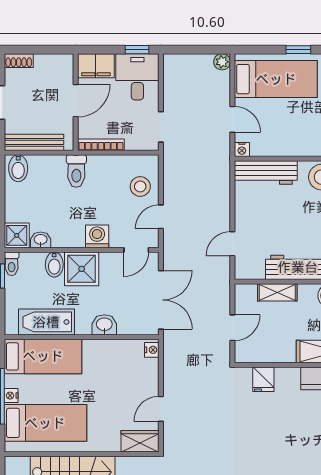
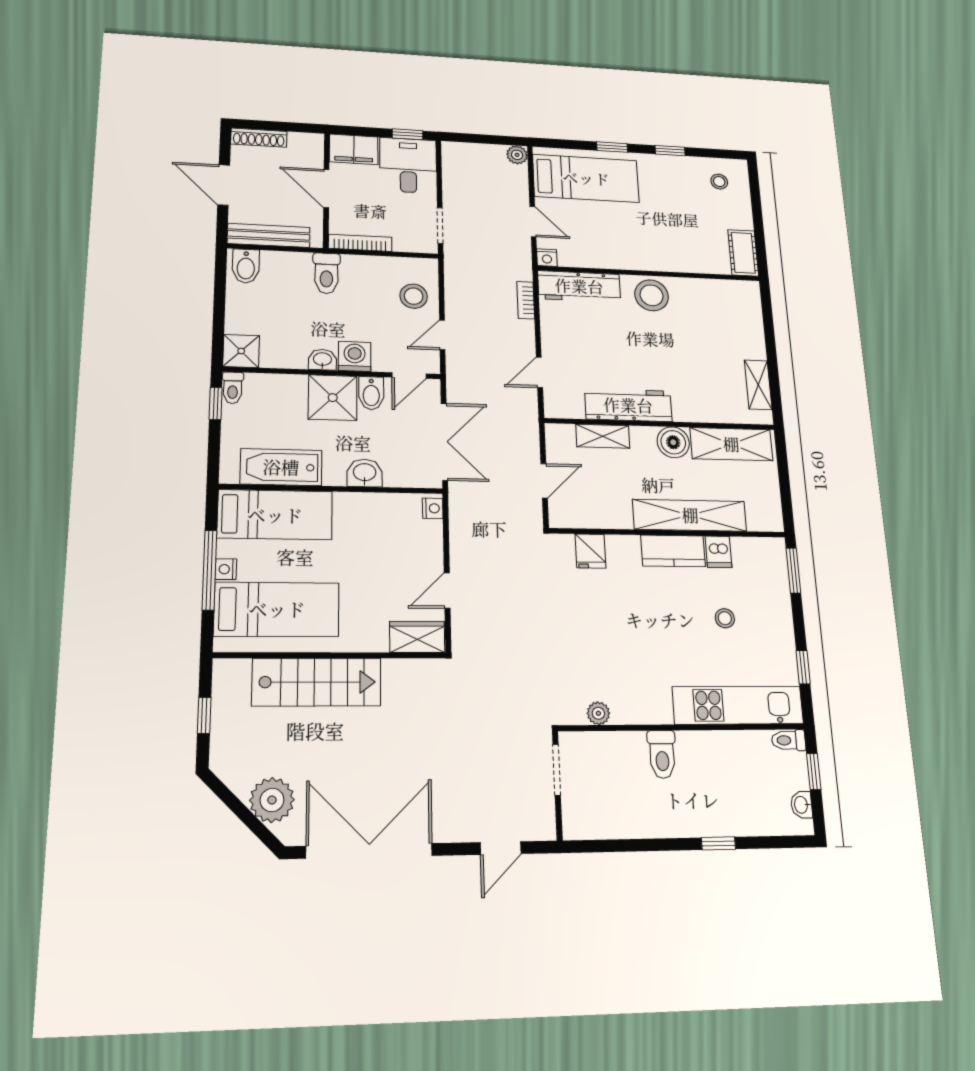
shoe rack: (19, 61) -> (259, 138), width x1.43
door: (76, 101) -> (326, 189), swing flipped
bookcase: (224, 186) -> (526, 300), added
washbasin: (41, 240) -> (322, 360), moved
bidet: (54, 265) -> (371, 393), moved

